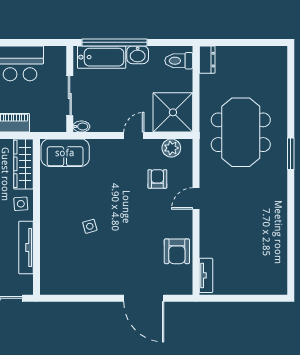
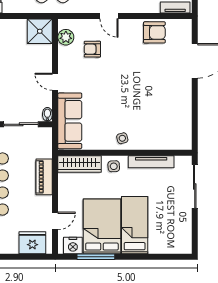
shower: (173, 112) -> (40, 31), width x0.73, depth x0.73
door: (134, 135) -> (55, 82), moved
sofa: (65, 153) -> (70, 121), width x1.36
side table: (90, 226) -> (122, 138), moved

